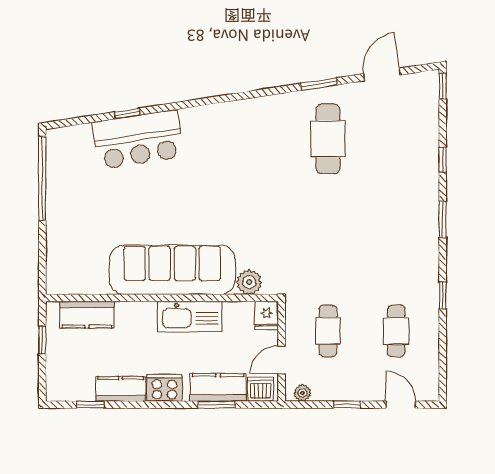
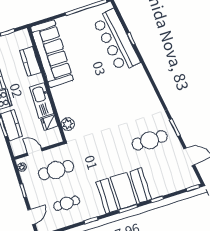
bar counter: (138, 140) -> (116, 41), width x1.36
booth: (407, 217) -> (124, 191), added
sofa: (172, 270) -> (52, 54), moved
kitchen counter: (87, 315) -> (30, 62), moved
fridge: (267, 315) -> (49, 122), moved
cafe table: (328, 331) -> (56, 170), width x1.37, depth x1.35
dishwasher: (260, 389) -> (17, 146), removed

